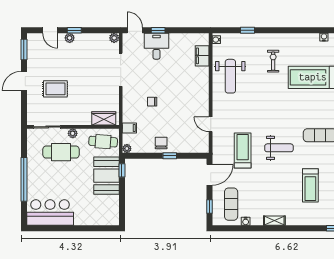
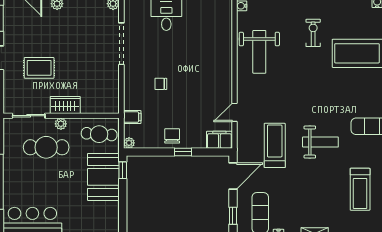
filing cabinet: (202, 56) -> (219, 140), moved, turned 90
wardrobe: (104, 118) -> (65, 105), moved
door: (211, 124) -> (234, 112), hinge flipped

